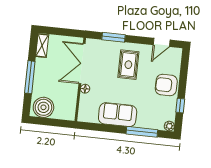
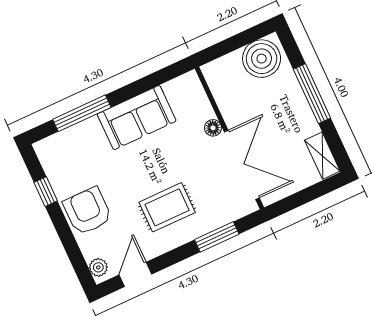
rug: (128, 65) -> (167, 207), turned 90
armchair: (166, 85) -> (87, 211), turned -90
plant: (169, 126) -> (98, 267), moved

